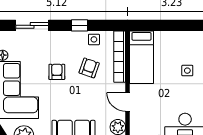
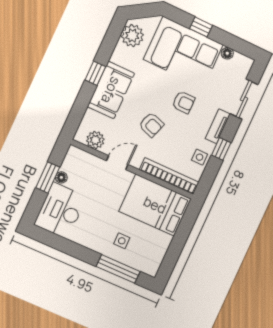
tv unit: (63, 36) -> (218, 126), added
bed: (141, 57) -> (155, 205), width x1.50
armchair: (89, 68) -> (151, 125), moved

